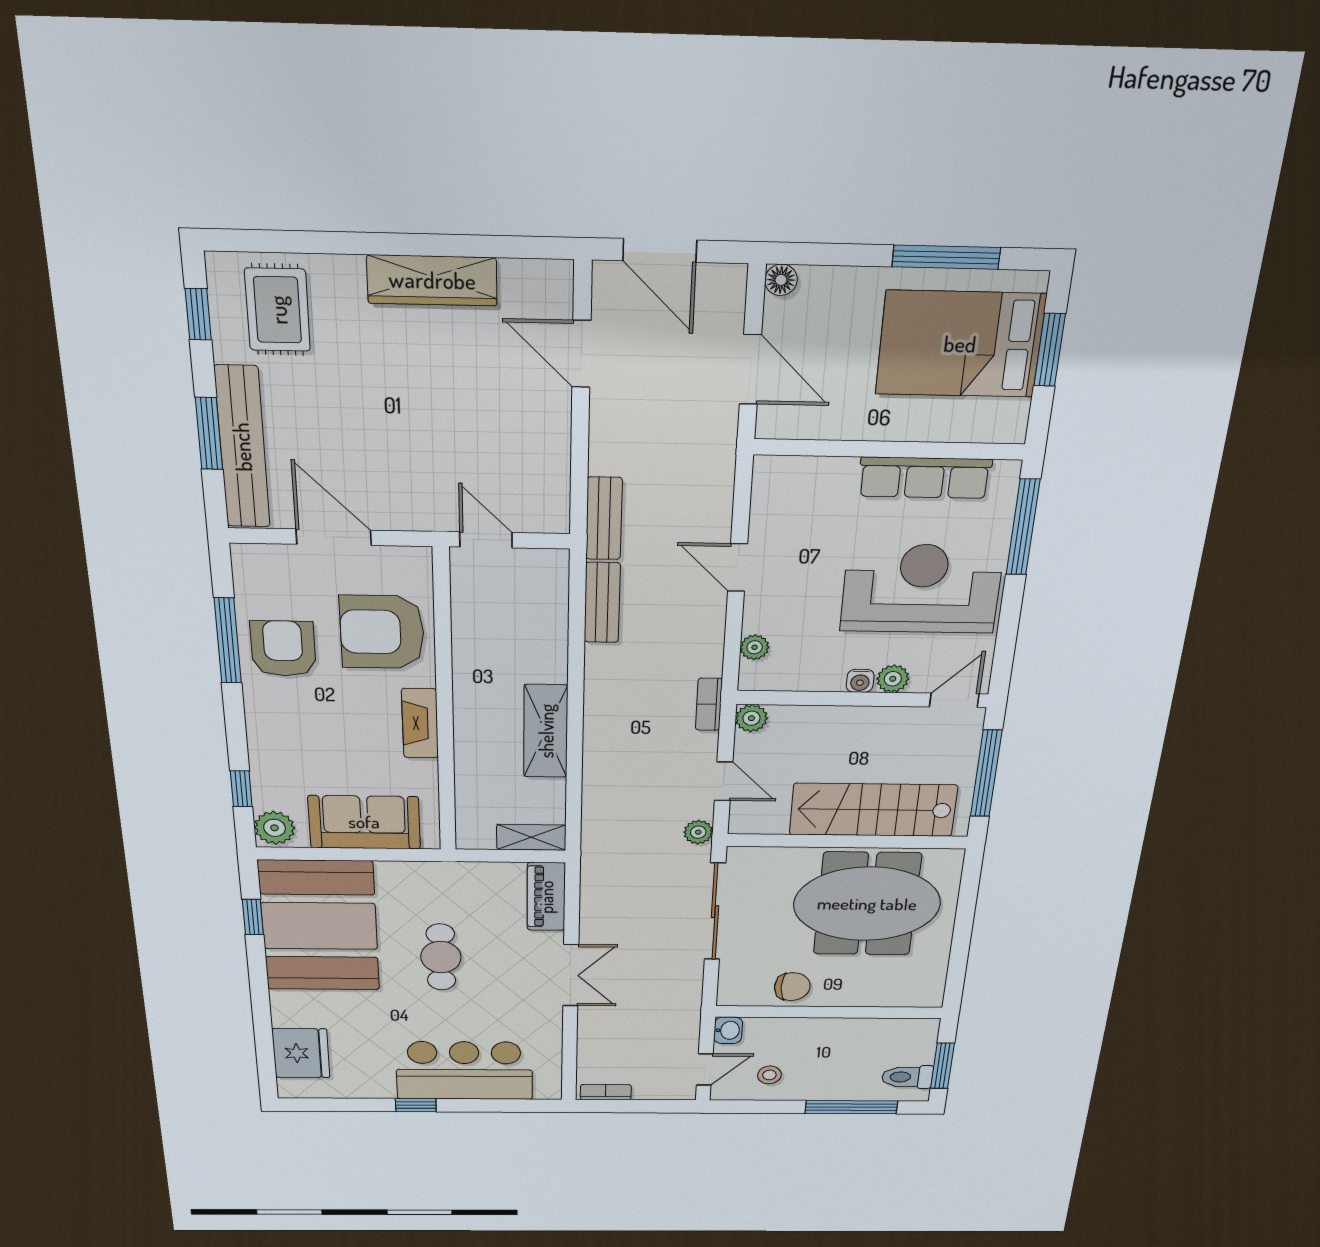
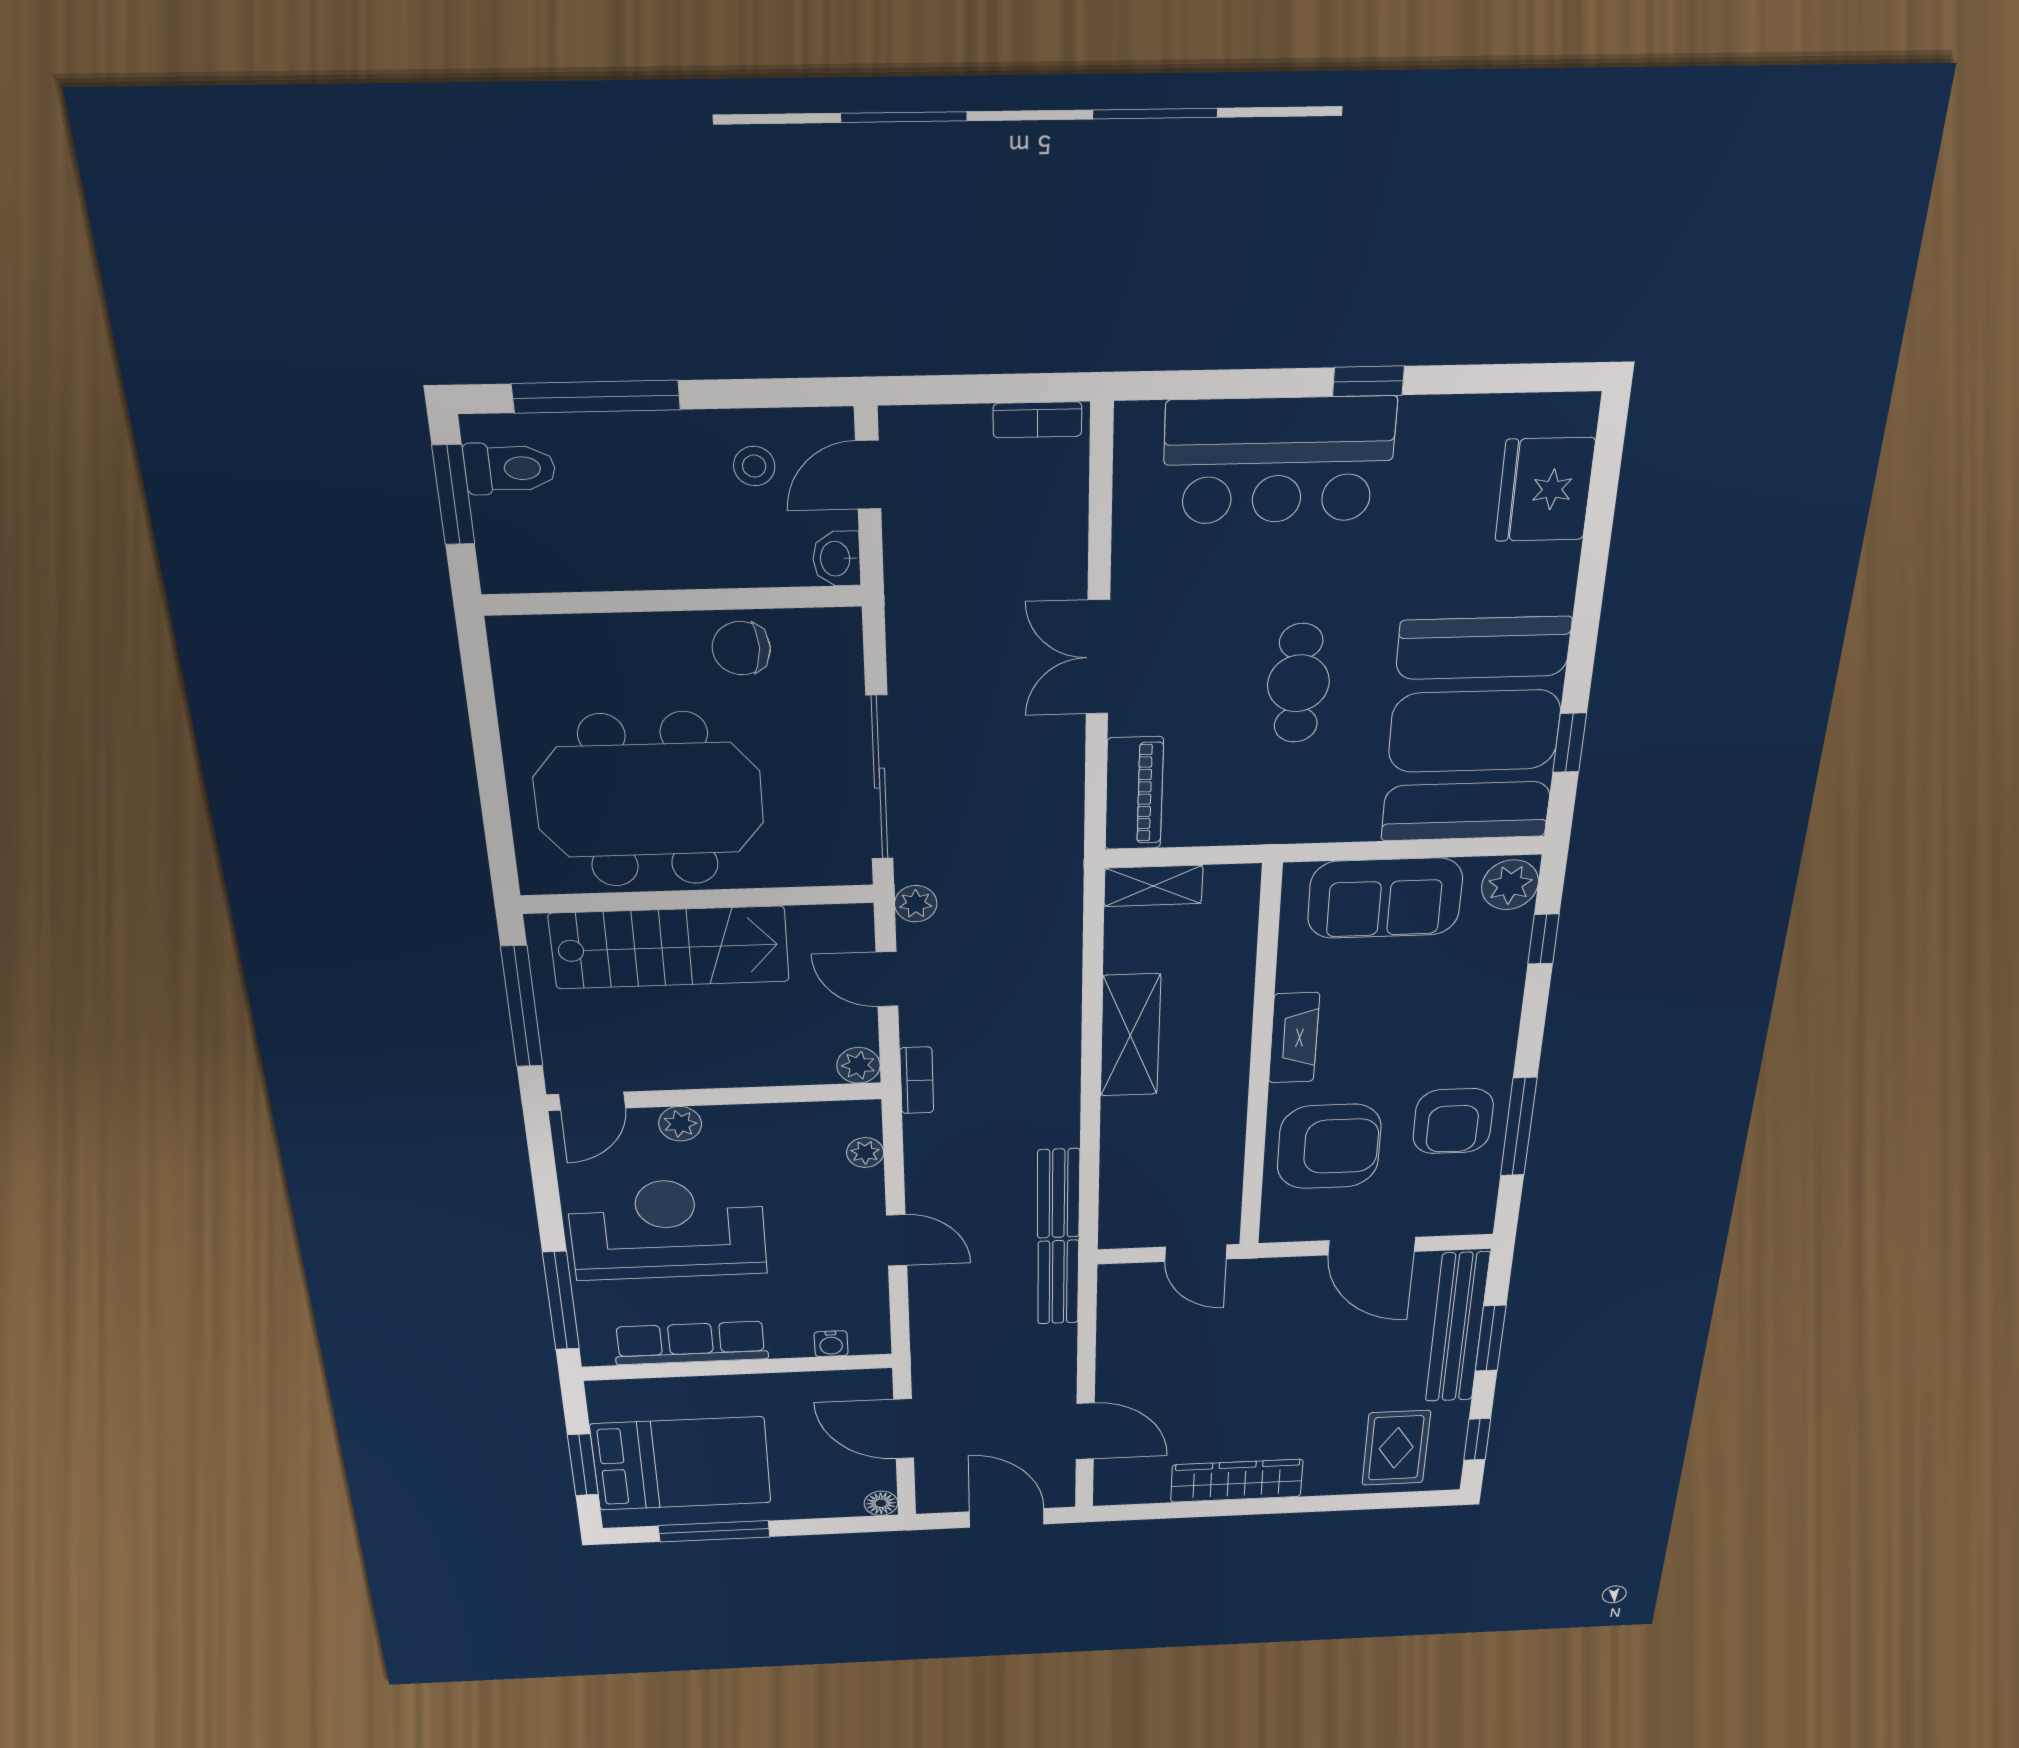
reception desk: (921, 589) -> (667, 1229), turned 180
water cooler: (860, 681) -> (831, 1344), moved, turned 180

